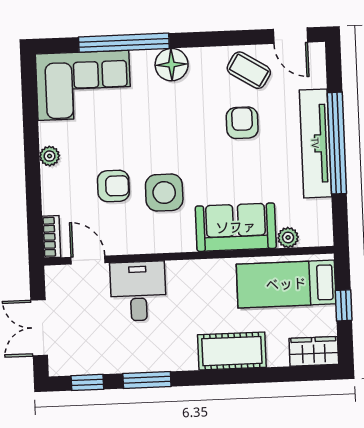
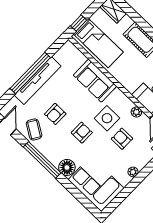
window: (124, 43) -> (42, 160), moved
floor lamp: (172, 65) -> (67, 167), moved
armchair: (178, 136) -> (82, 133), added
plant: (288, 237) -> (136, 112), moved
window: (344, 305) -> (79, 23), moved

